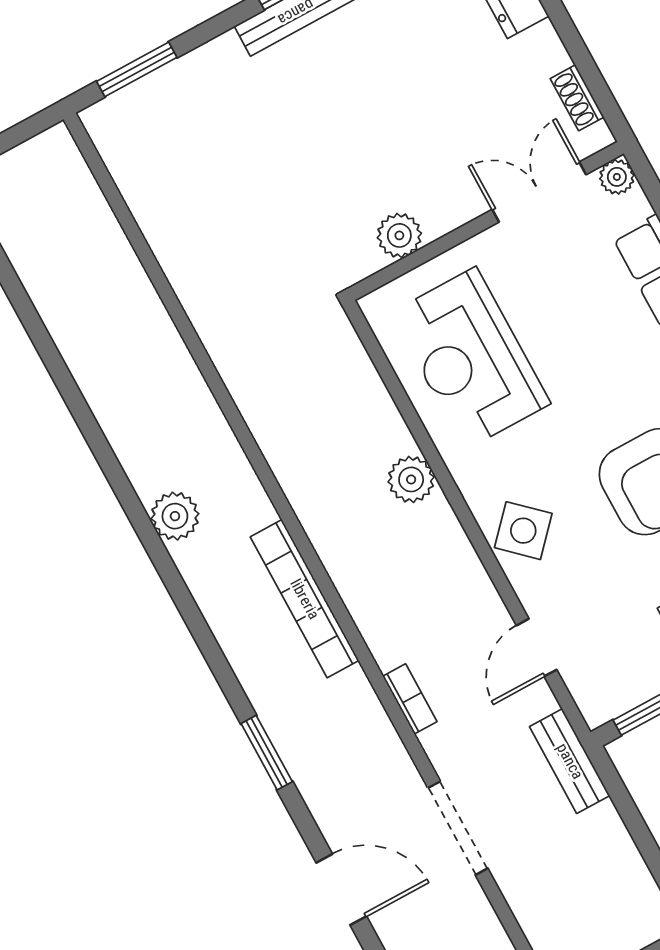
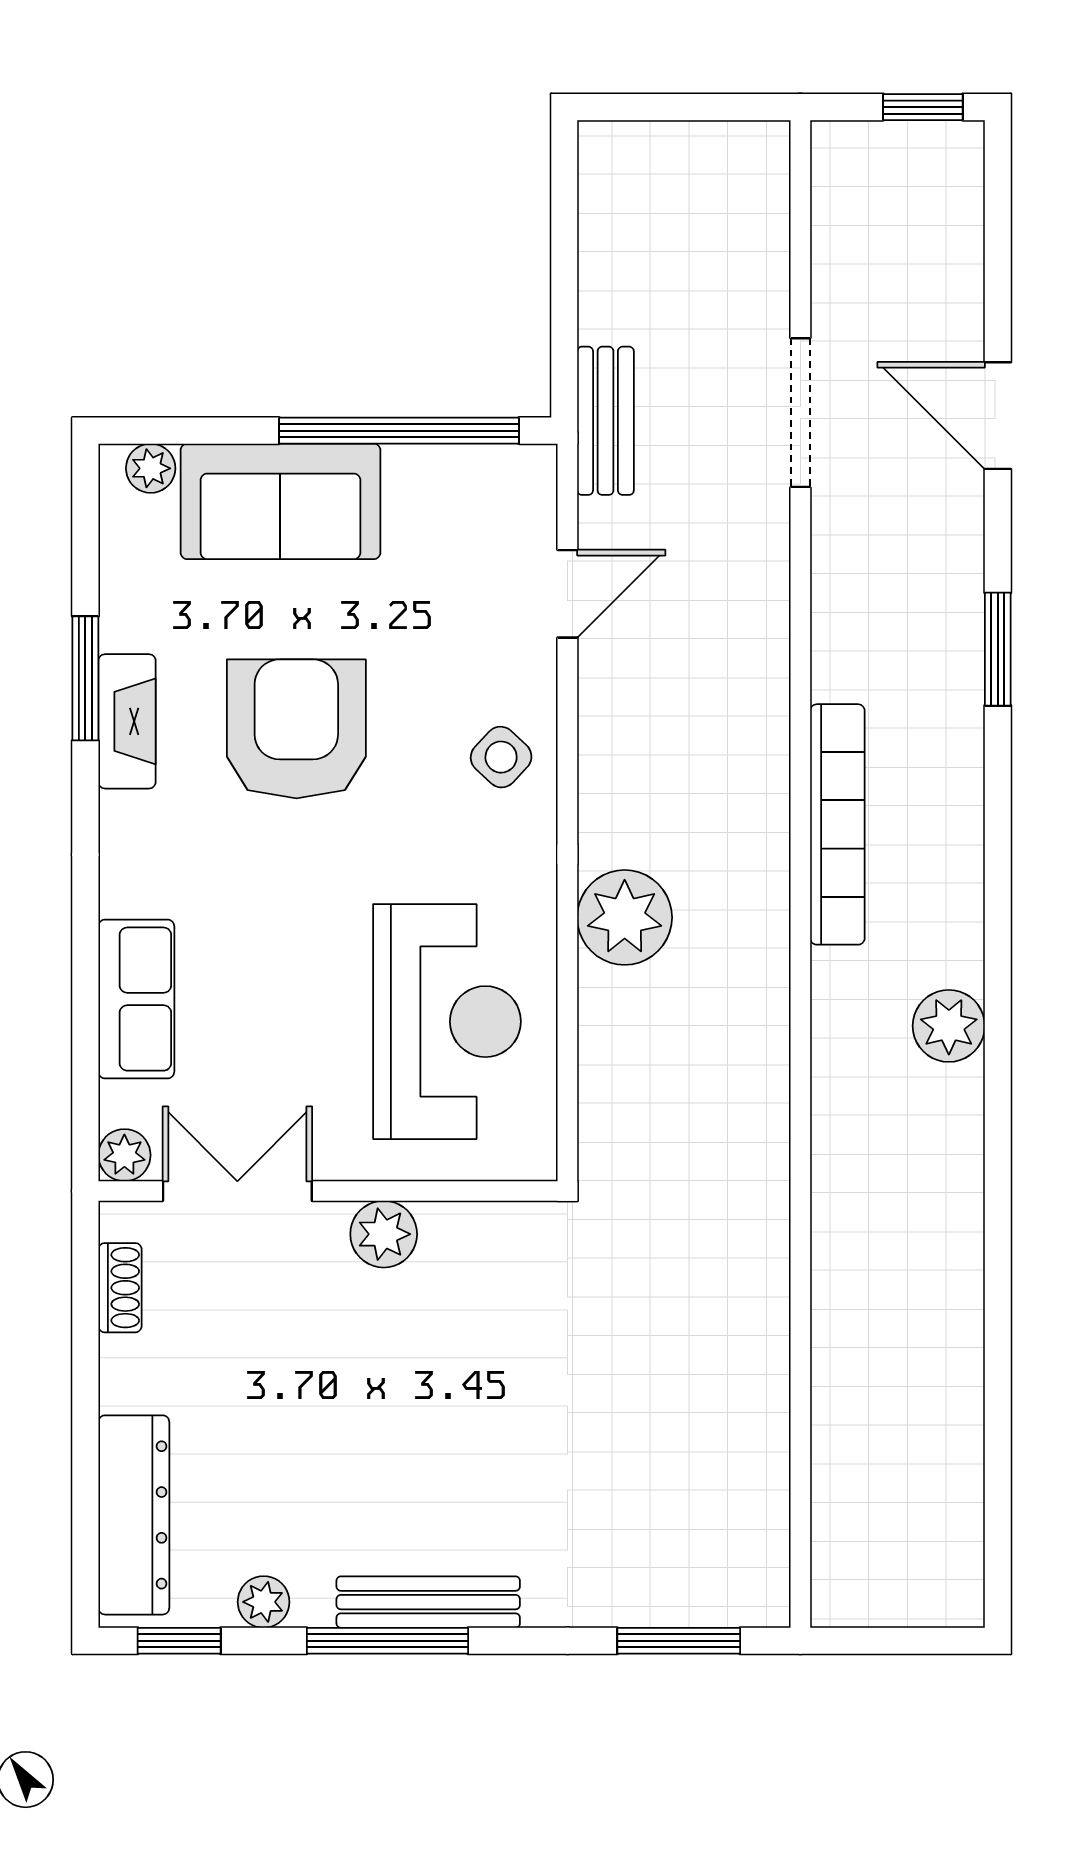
double door: (539, 192) -> (237, 1191), swing flipped
plant: (399, 235) -> (384, 1234), moved
plant: (411, 479) -> (625, 917), width x1.36, depth x1.36
side table: (523, 531) -> (501, 757), width x0.73, depth x0.73
bookcase: (410, 699) -> (771, 617), removed

